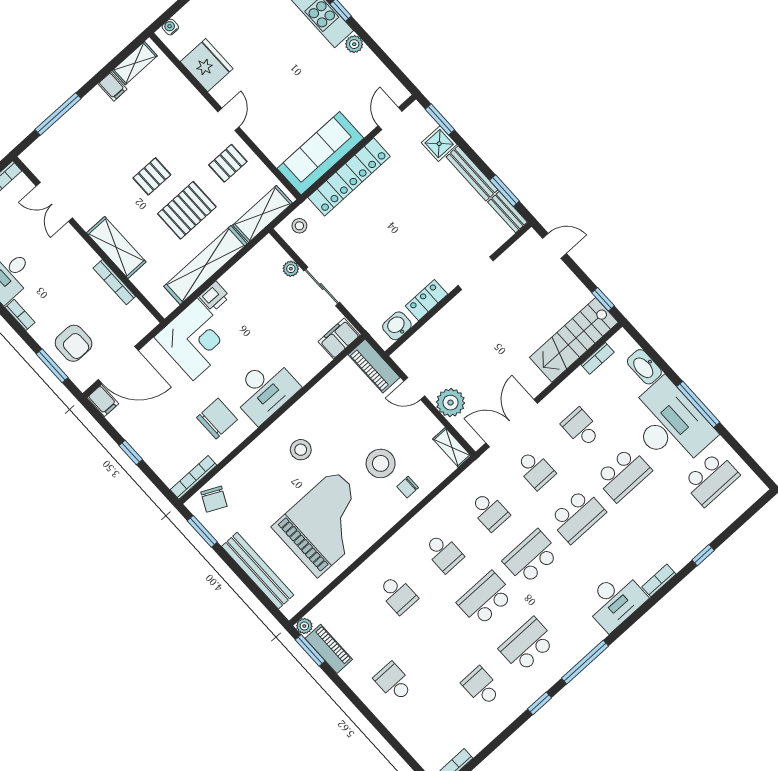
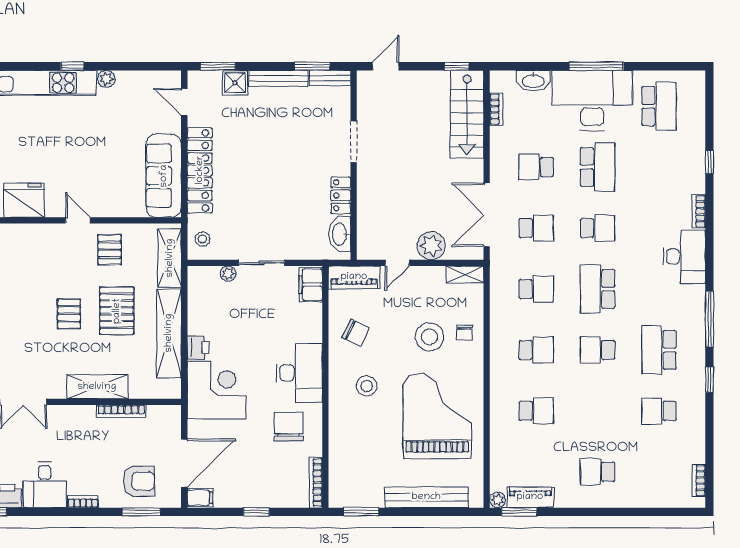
washbasin: (397, 326) -> (340, 234), width x1.38
chair: (214, 499) -> (356, 333), moved
school desk: (577, 516) -> (598, 228), width x0.54
school desk: (485, 599) -> (598, 350), width x0.54

